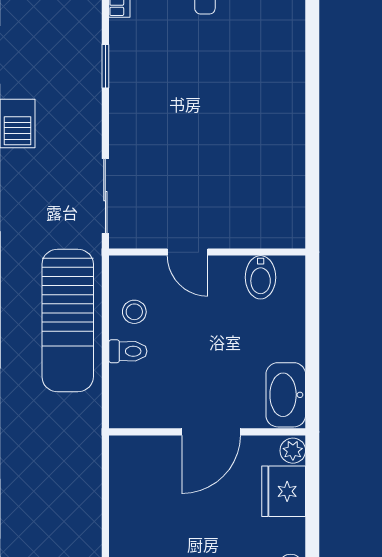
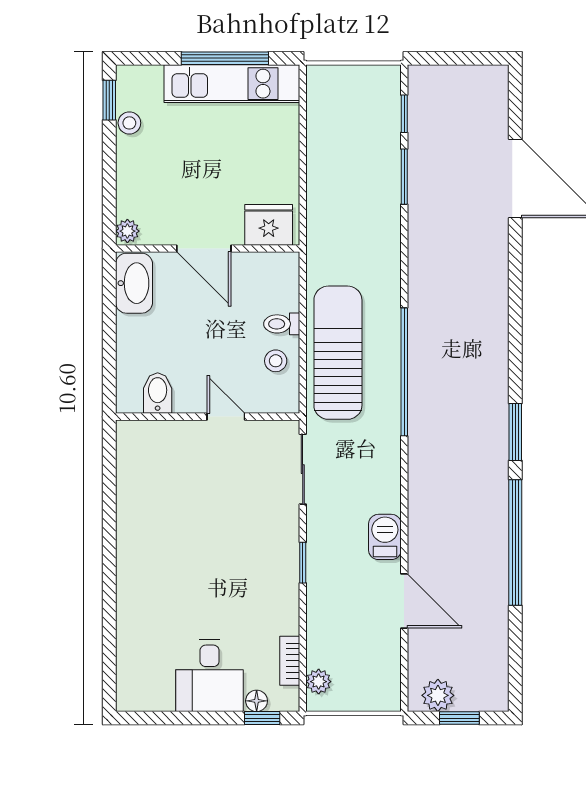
window: (105, 66) -> (303, 563), moved
door: (211, 432) -> (204, 249), swing flipped
fridge: (284, 491) -> (269, 225), moved, turned -90

